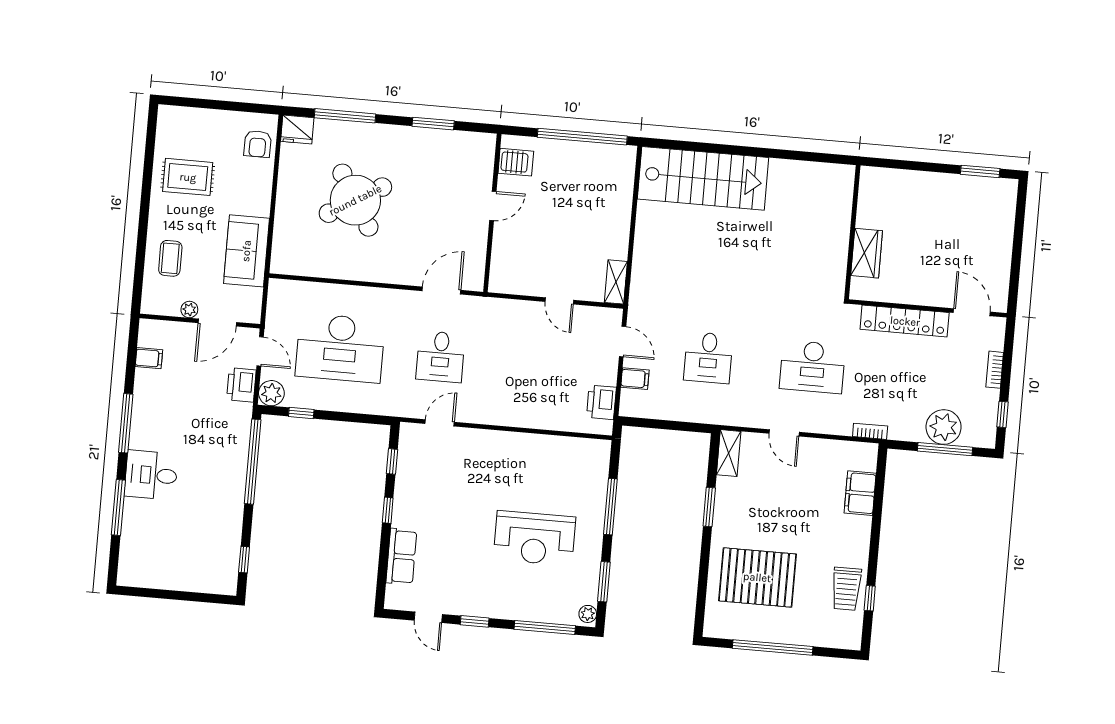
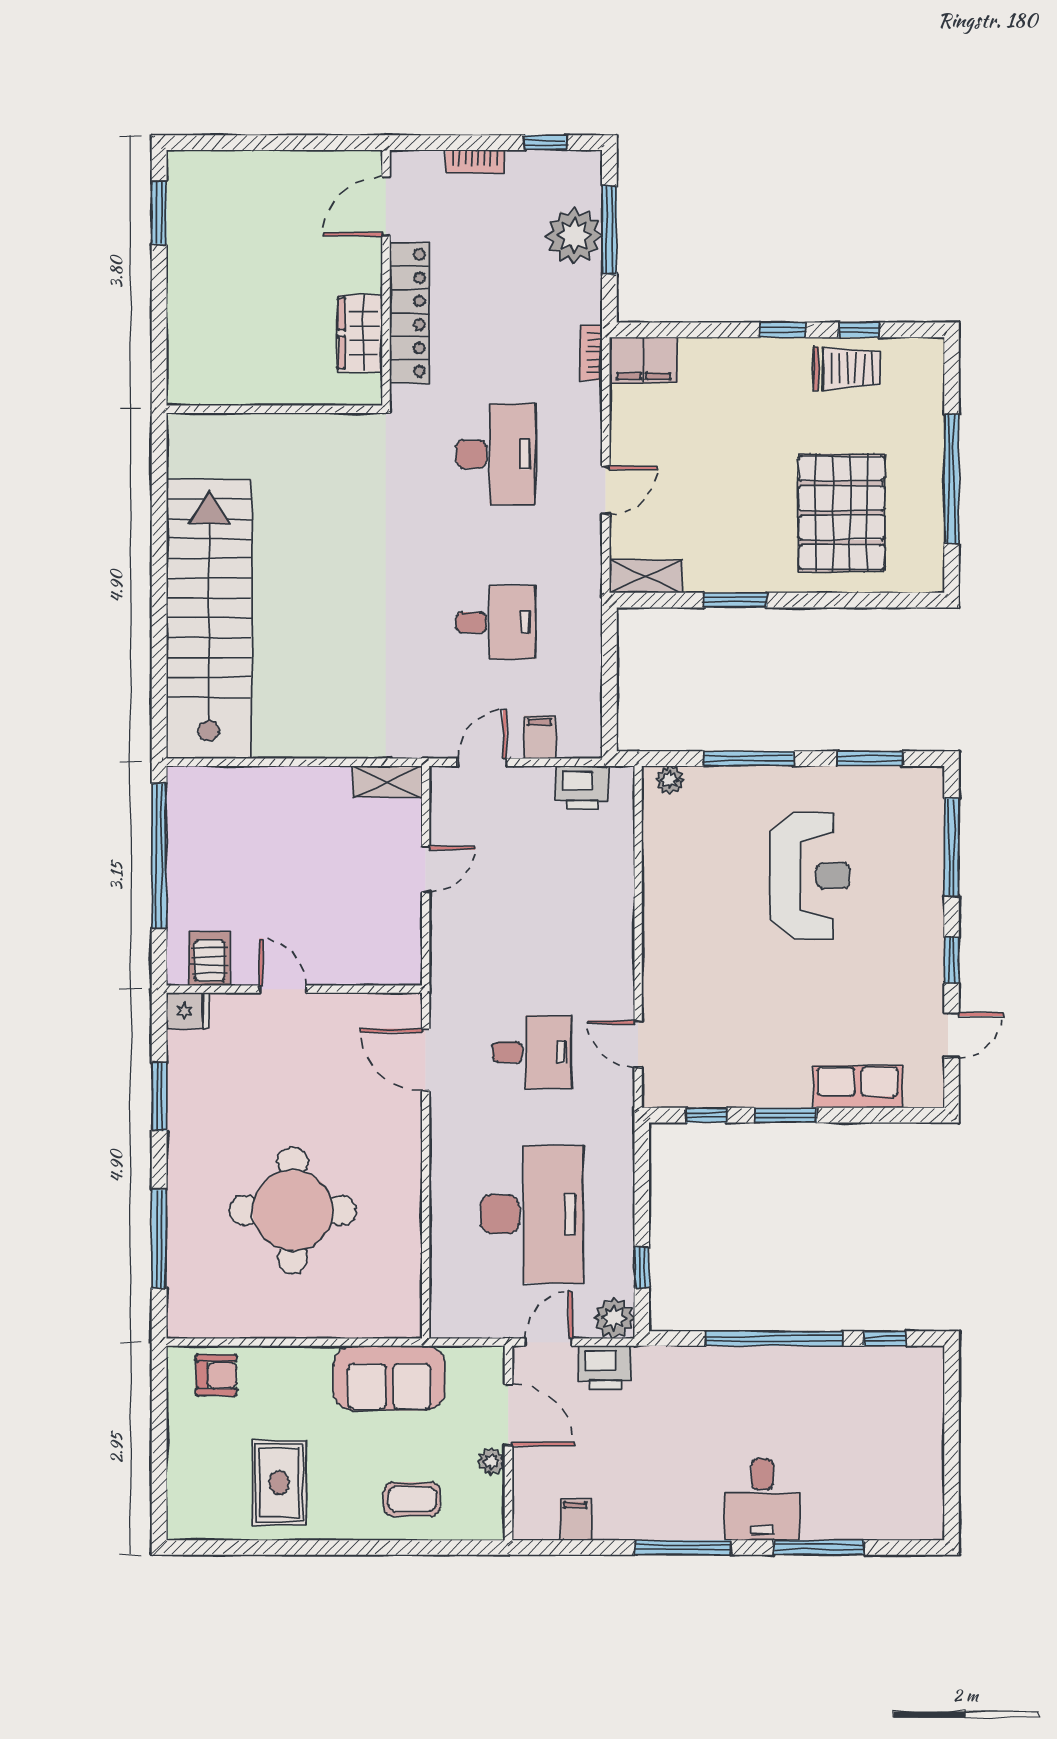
fridge: (297, 130) -> (188, 1011), moved, width x0.72
stairs: (703, 178) -> (209, 619), width x1.36
round table: (355, 200) -> (293, 1210), turned 31
wardrobe: (867, 253) -> (360, 333), moved, turned -90
window: (253, 462) -> (774, 1339), moved
filing cabinet: (860, 493) -> (644, 360), moved
window: (388, 510) -> (786, 1115), width x1.50
window: (874, 551) -> (783, 330), added
plant: (588, 614) -> (670, 780), moved

